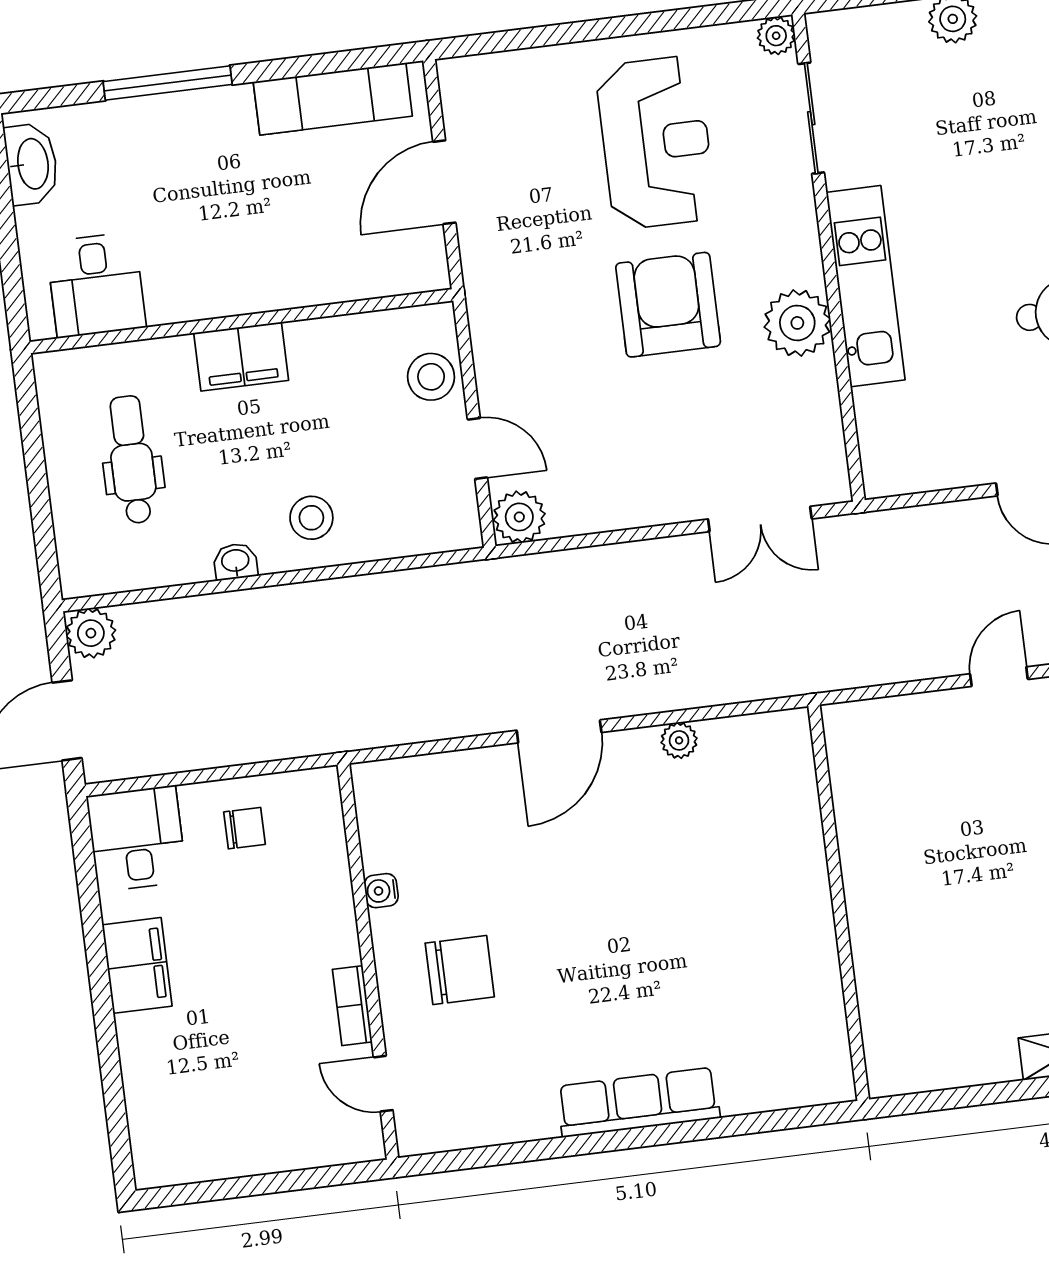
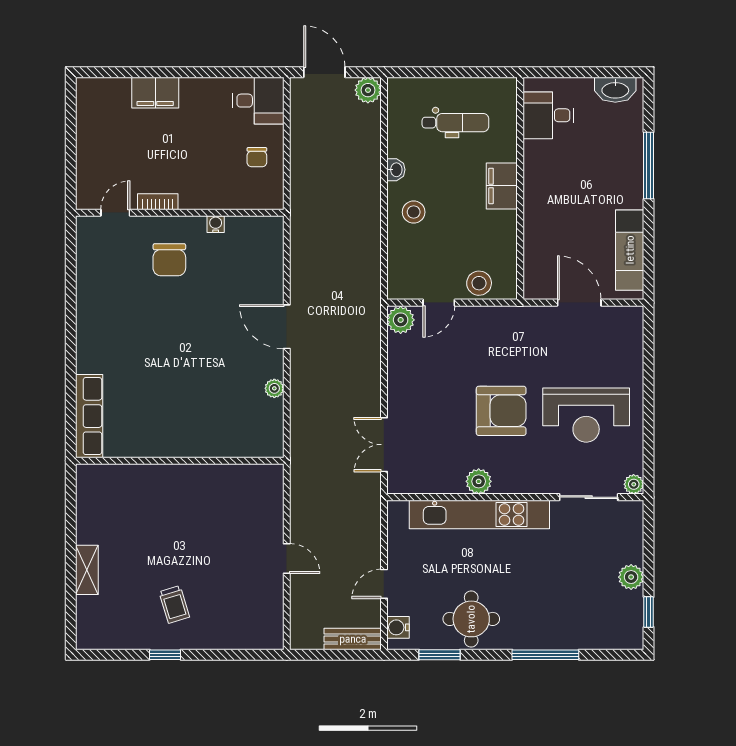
kitchen unit: (866, 286) -> (479, 515), width x1.36
plant: (797, 323) -> (479, 481), width x0.73, depth x0.73
filing cabinet: (137, 965) -> (155, 93), moved
row of seats: (638, 1102) -> (89, 416), moved

